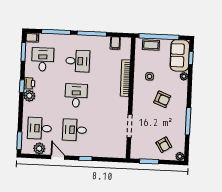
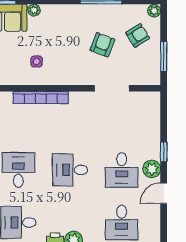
armchair: (162, 99) -> (102, 45), moved
plant: (39, 148) -> (152, 169), moved

